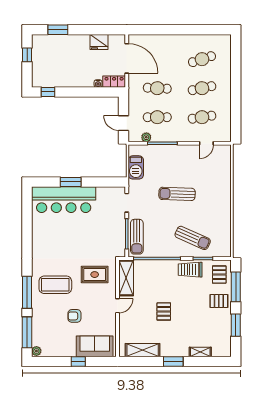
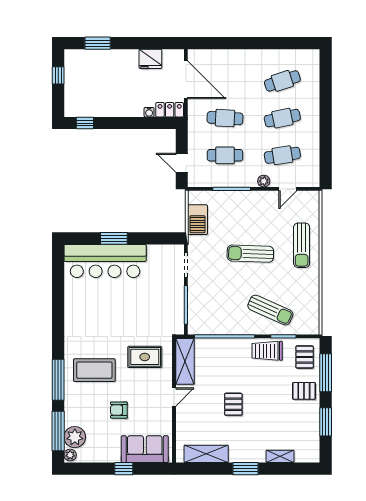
plant: (146, 137) -> (264, 181), moved
sun lounger: (137, 237) -> (302, 245), moved
plant: (40, 337) -> (75, 437), added

